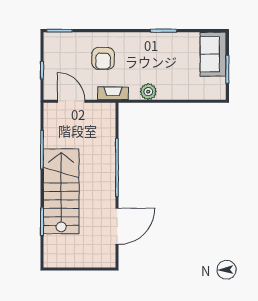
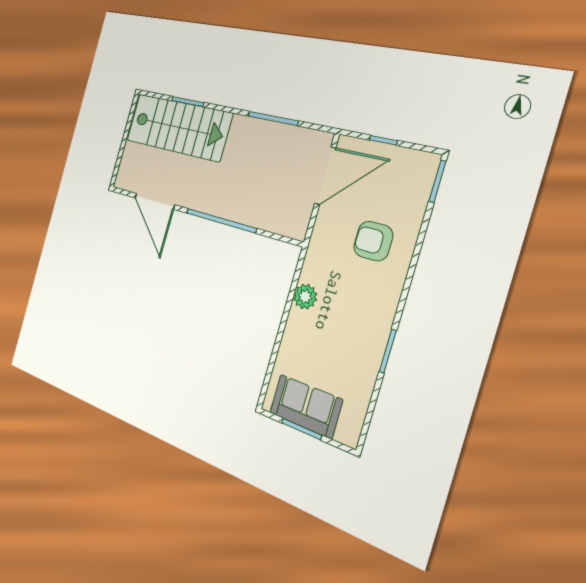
sofa: (213, 54) -> (306, 406), moved
fireplace: (113, 93) -> (318, 242), removed
door: (71, 101) -> (325, 176), width x1.36
stairs: (61, 191) -> (178, 127), moved

